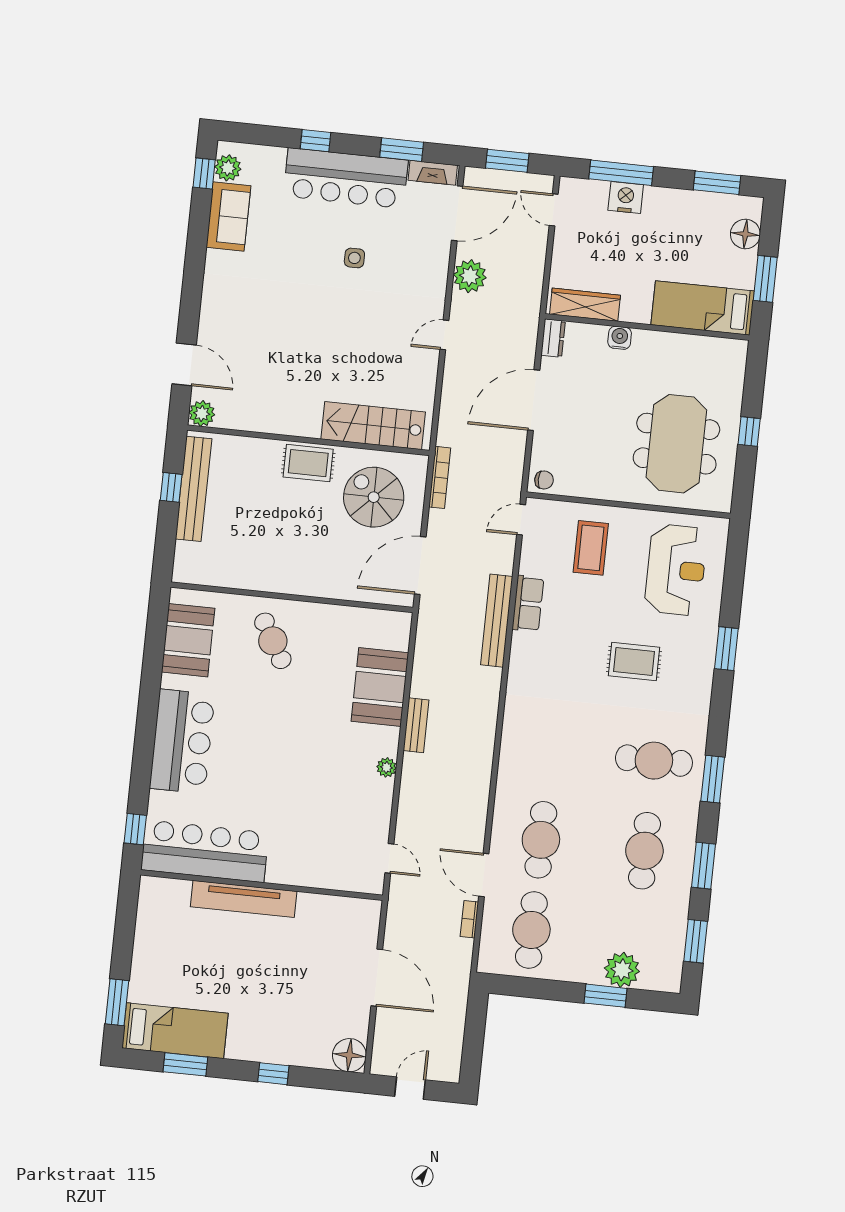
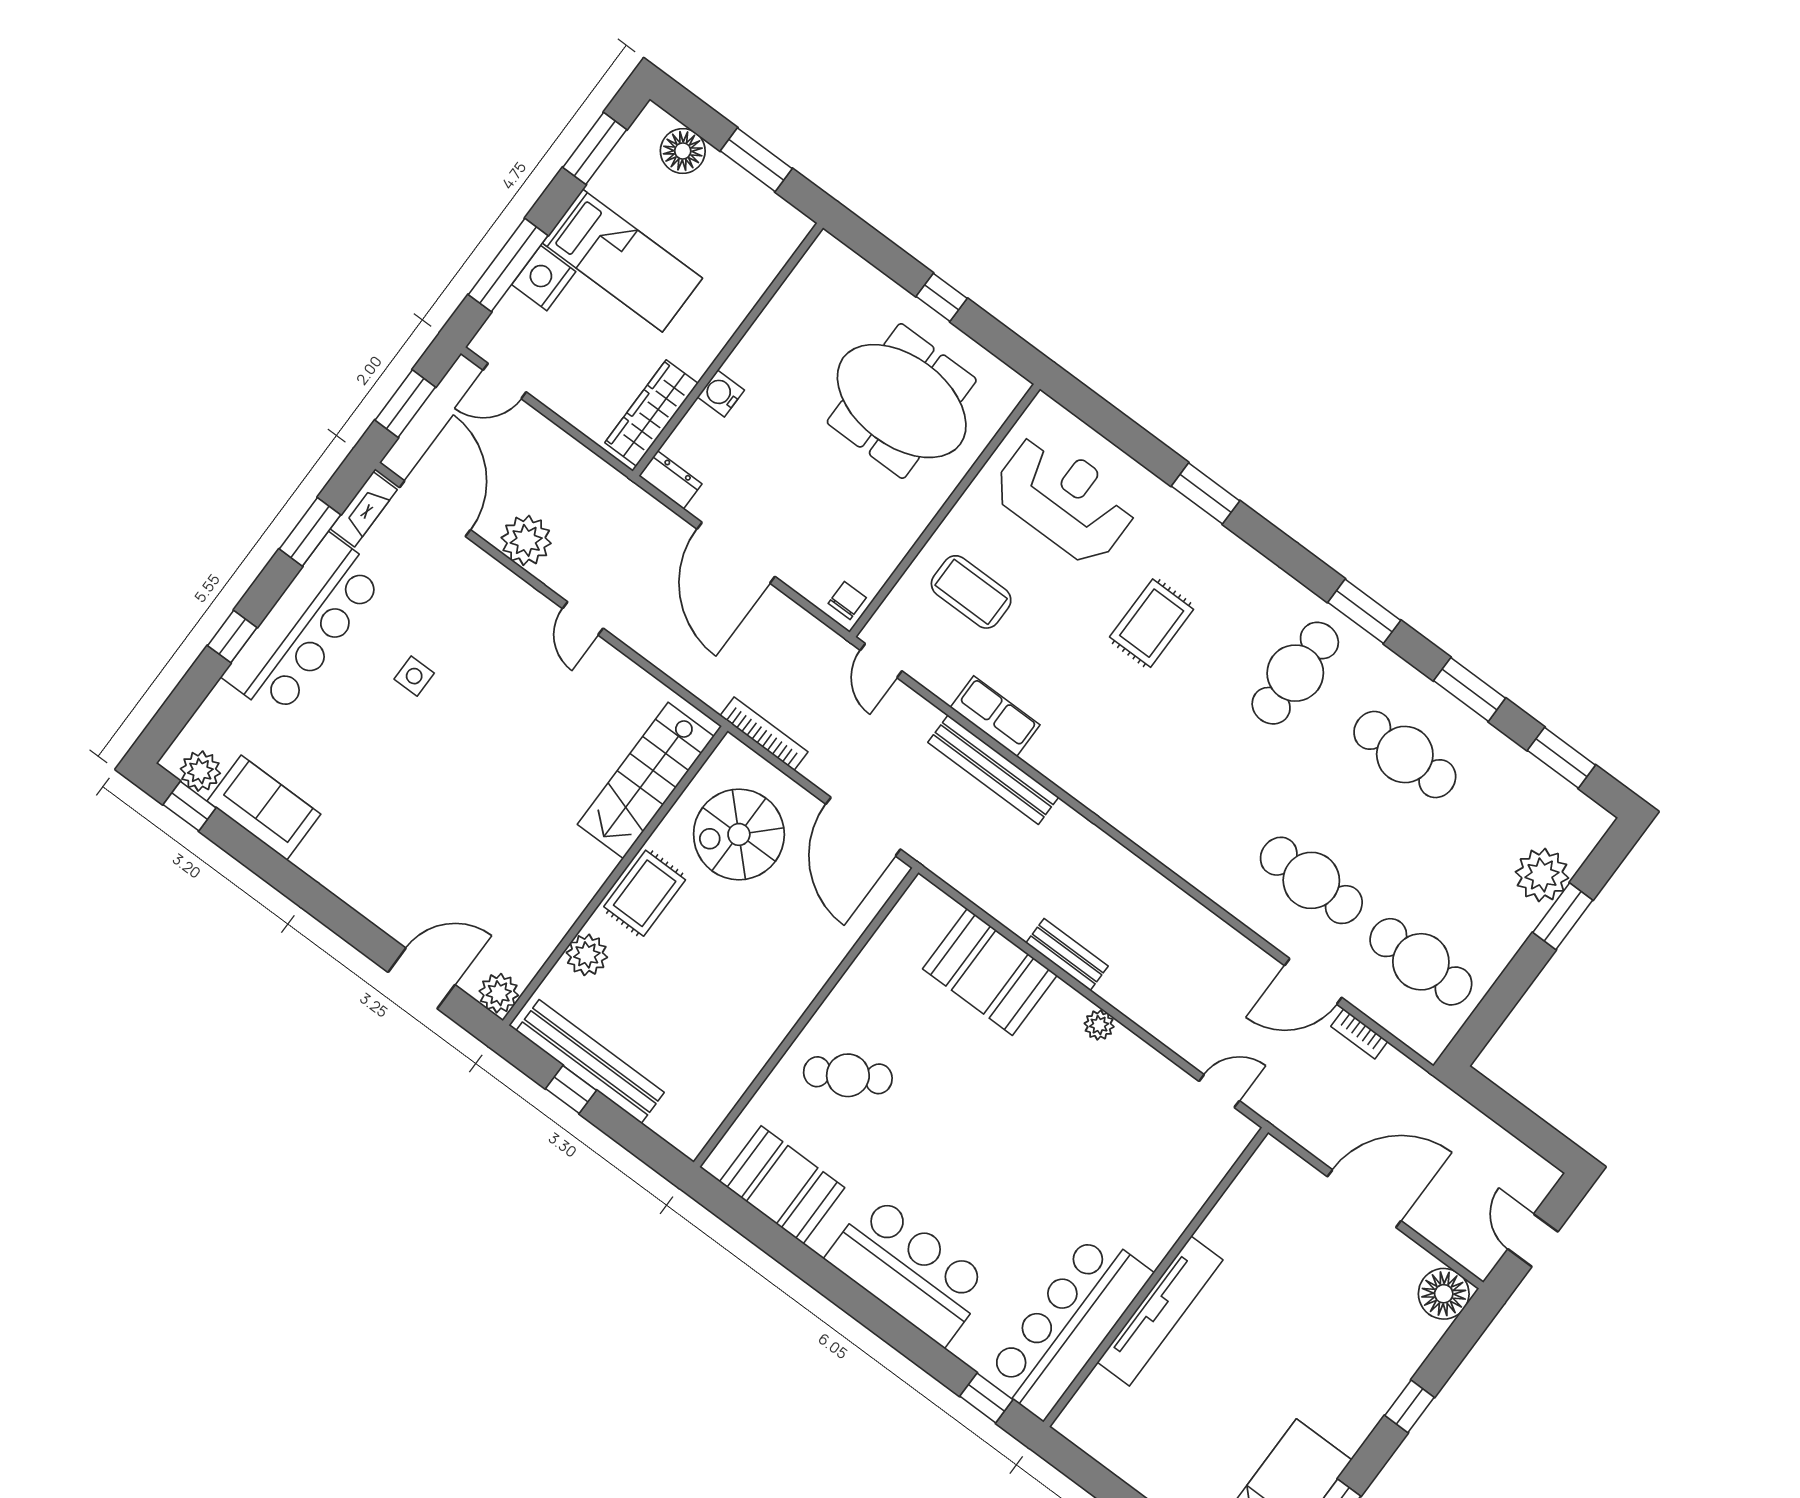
bed: (703, 308) -> (622, 261), moved, turned -90
plant: (253, 451) -> (587, 955), added

